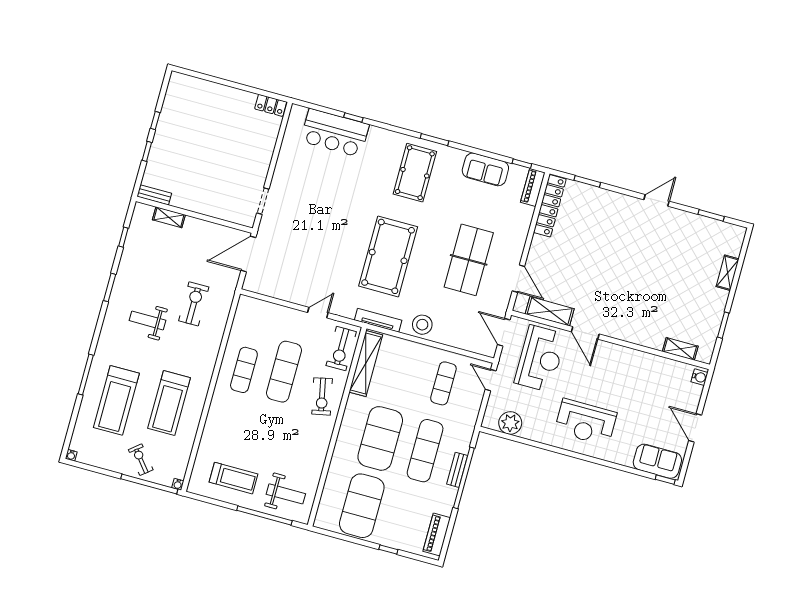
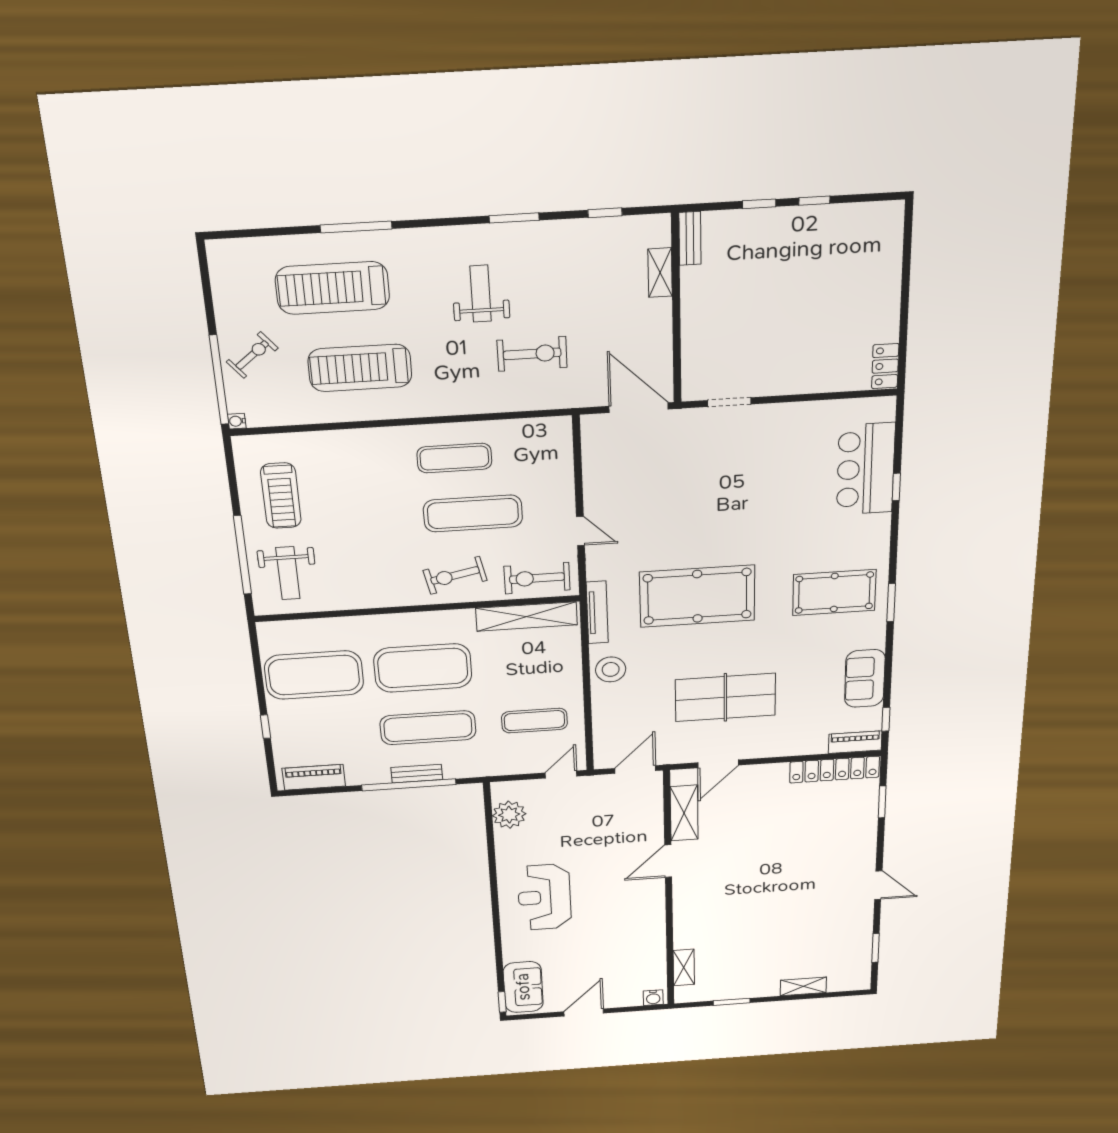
reception desk: (540, 359) -> (613, 822), removed
water cooler: (71, 455) -> (214, 247), removed

